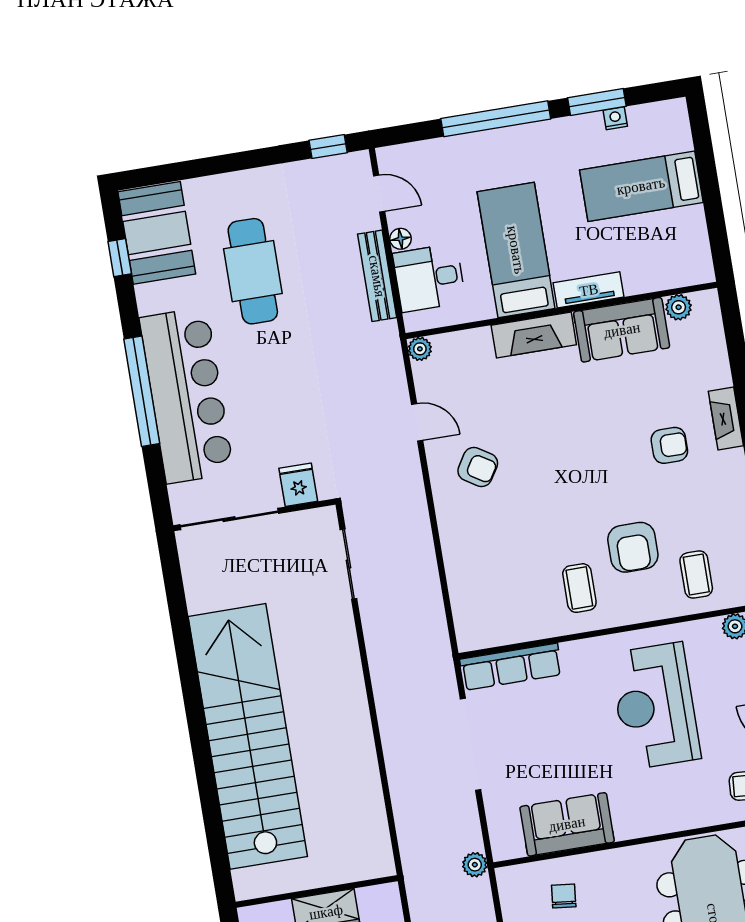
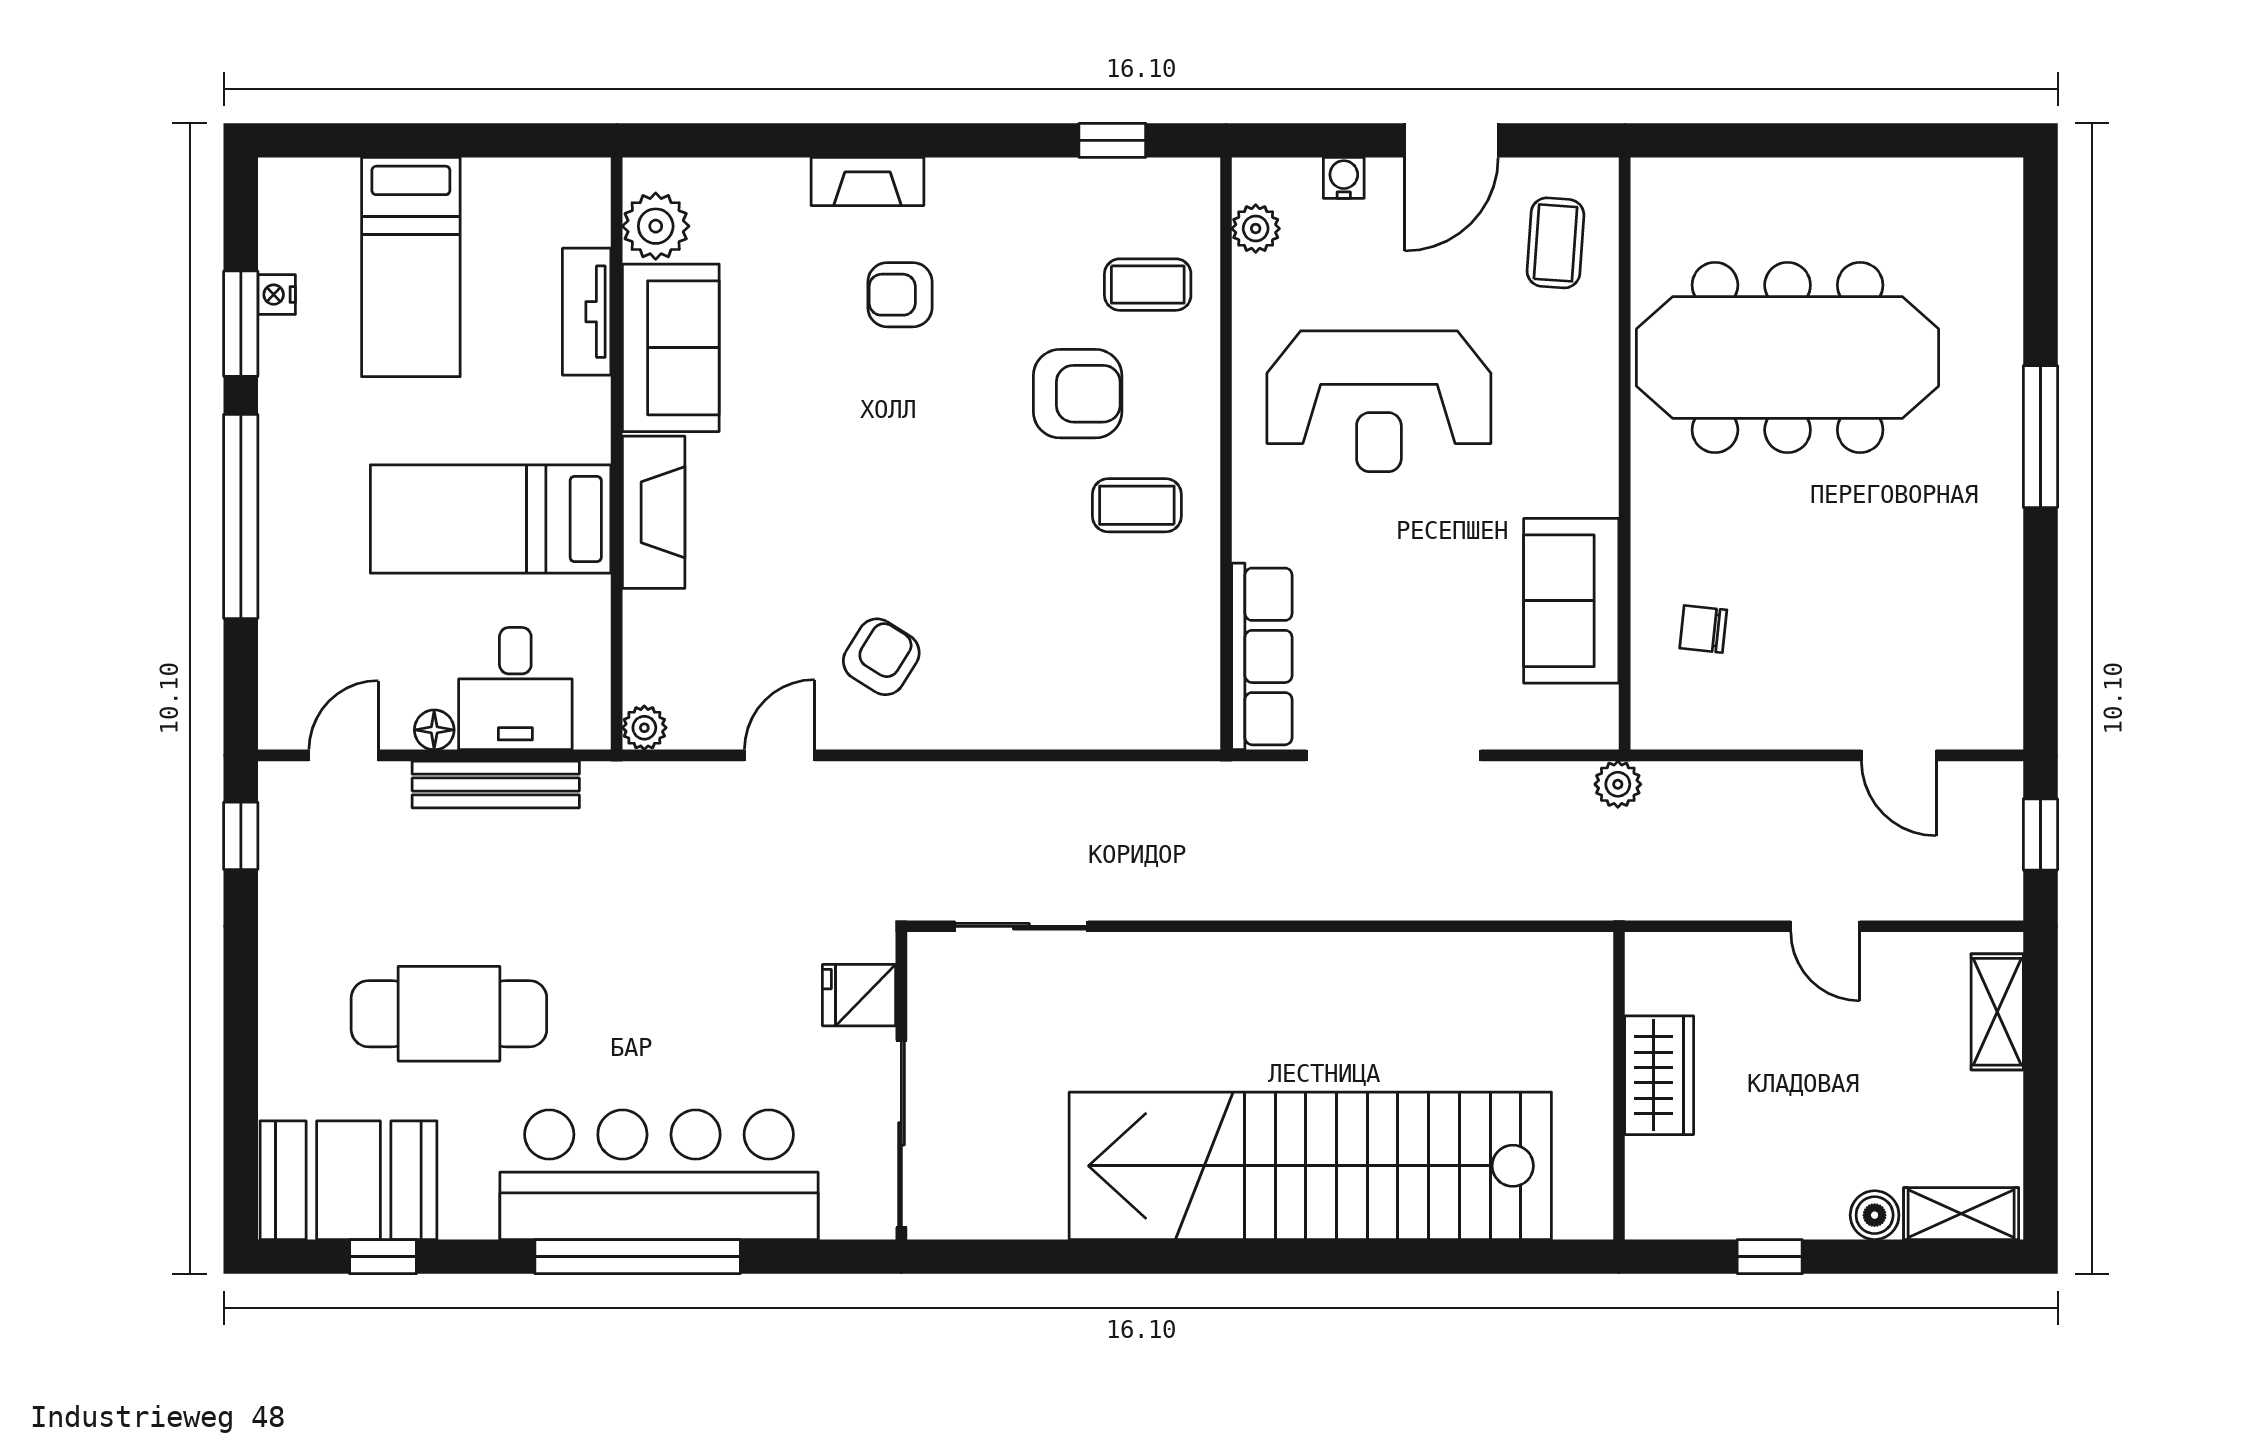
tv unit: (589, 290) -> (587, 312), moved
plant: (679, 307) -> (656, 226), width x1.38, depth x1.38
armchair: (669, 445) -> (900, 295), turned -90

